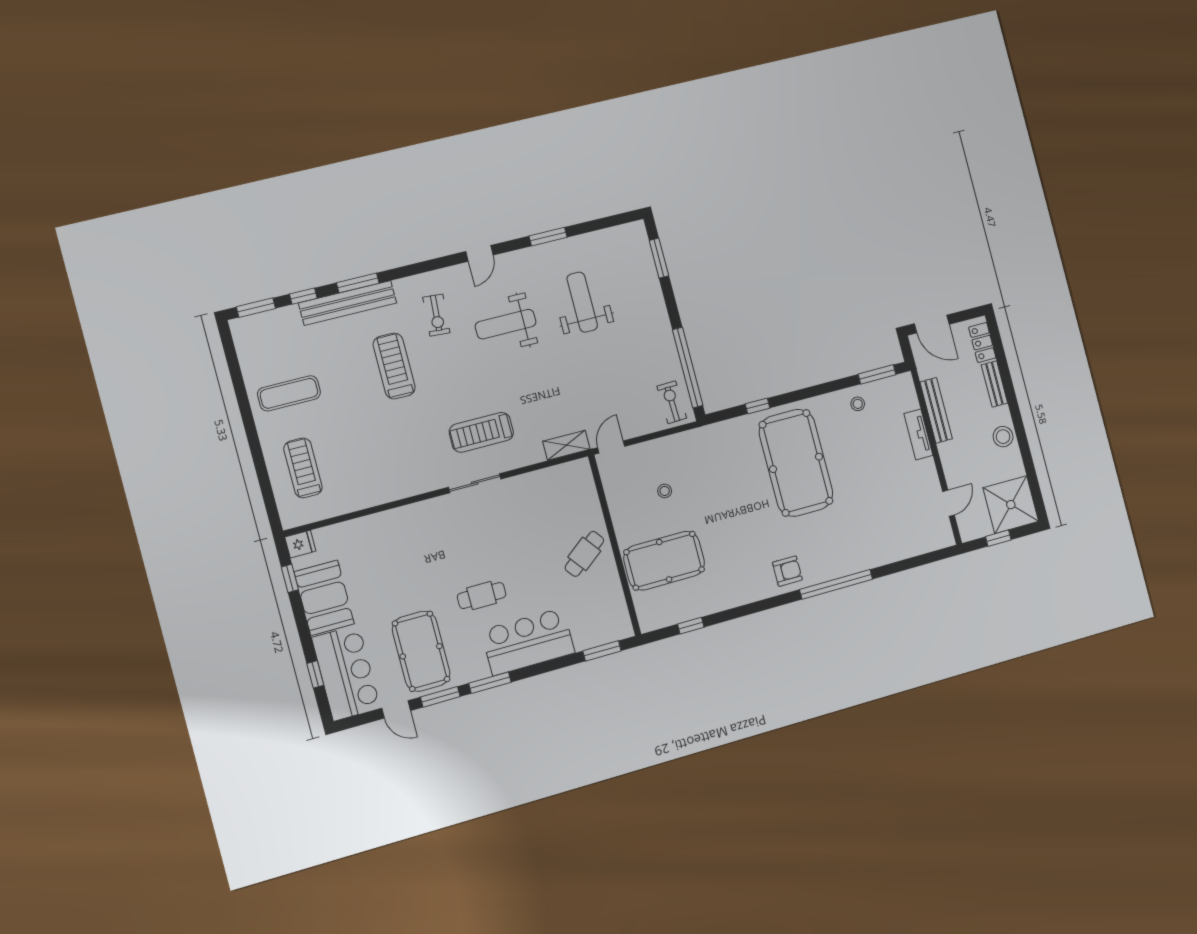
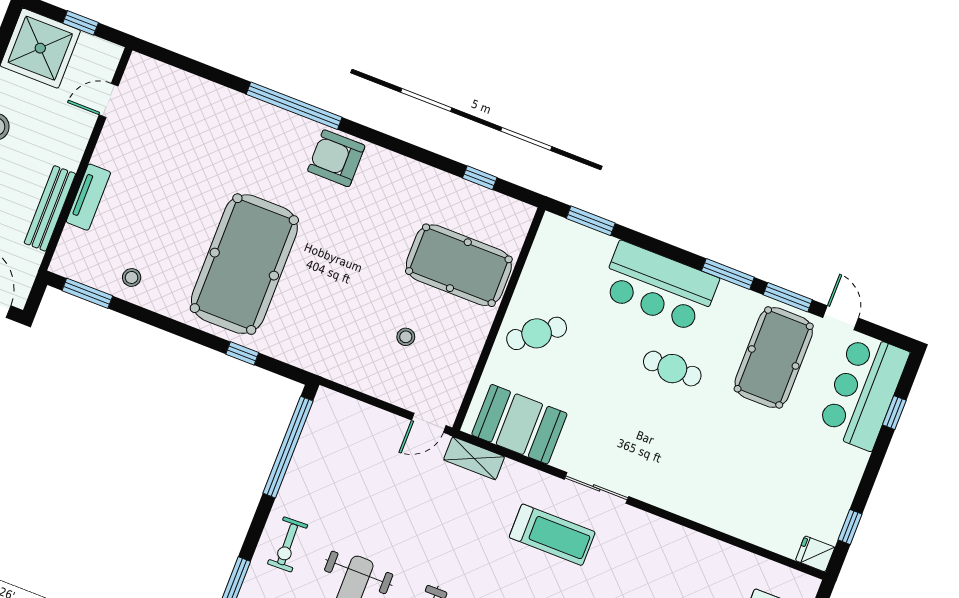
exercise bike: (672, 402) -> (288, 544), moved
armchair: (787, 571) -> (336, 158), width x1.38, depth x1.38
booth: (324, 598) -> (519, 424), moved, turned 90

